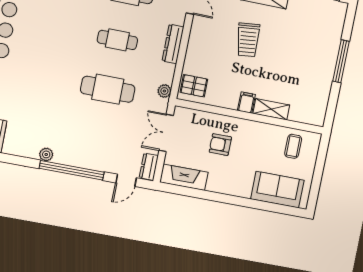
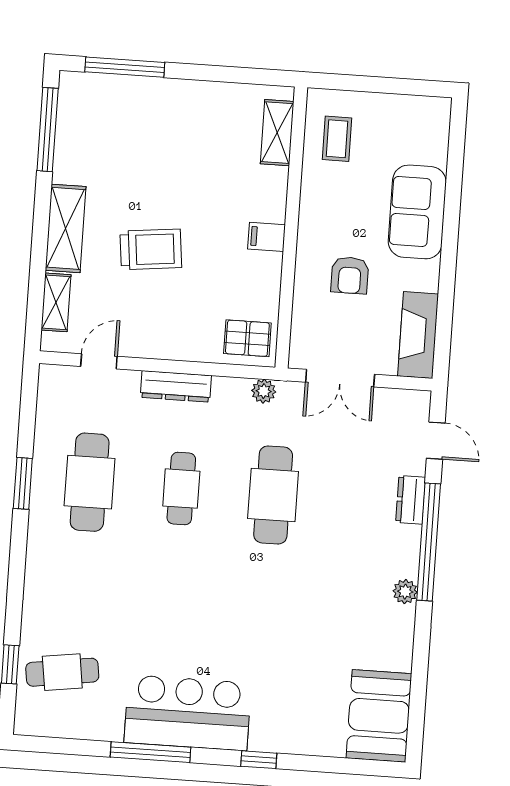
window: (341, 61) -> (125, 67), moved
pallet: (194, 86) -> (247, 338), turned 90
shelving: (271, 109) -> (277, 133), moved
coffee table: (293, 146) -> (337, 139), turned 90
dresser: (149, 167) -> (411, 500), moved, turned 90
sofa: (277, 190) -> (417, 212), moved

